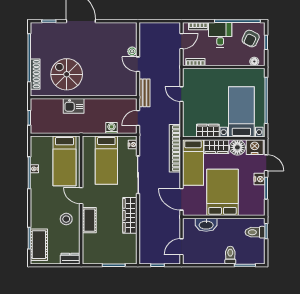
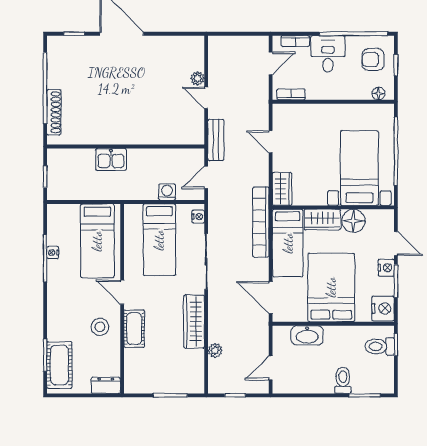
armchair: (251, 39) -> (373, 60), turned 65
spiral stairs: (67, 74) -> (101, 112), removed
wardrobe: (208, 131) -> (282, 189), moved, turned 90
nightstand: (255, 147) -> (383, 309), moved, turned 90
plant: (144, 235) -> (215, 351), added

